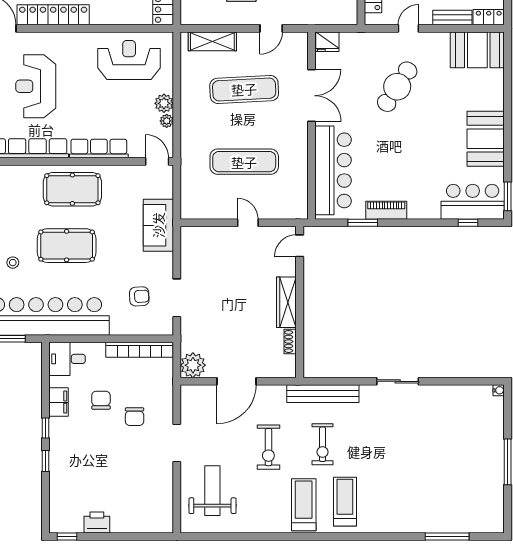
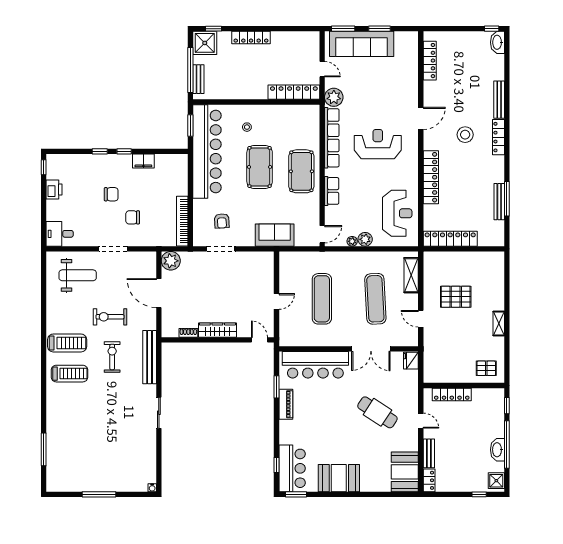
locker: (53, 15) -> (431, 177), moved
row of seats: (99, 148) -> (332, 191), width x0.68
desk: (67, 359) -> (60, 234), moved, turned -90
chair: (101, 400) -> (111, 194), moved
exercise bike: (323, 444) -> (112, 357), turned 90

